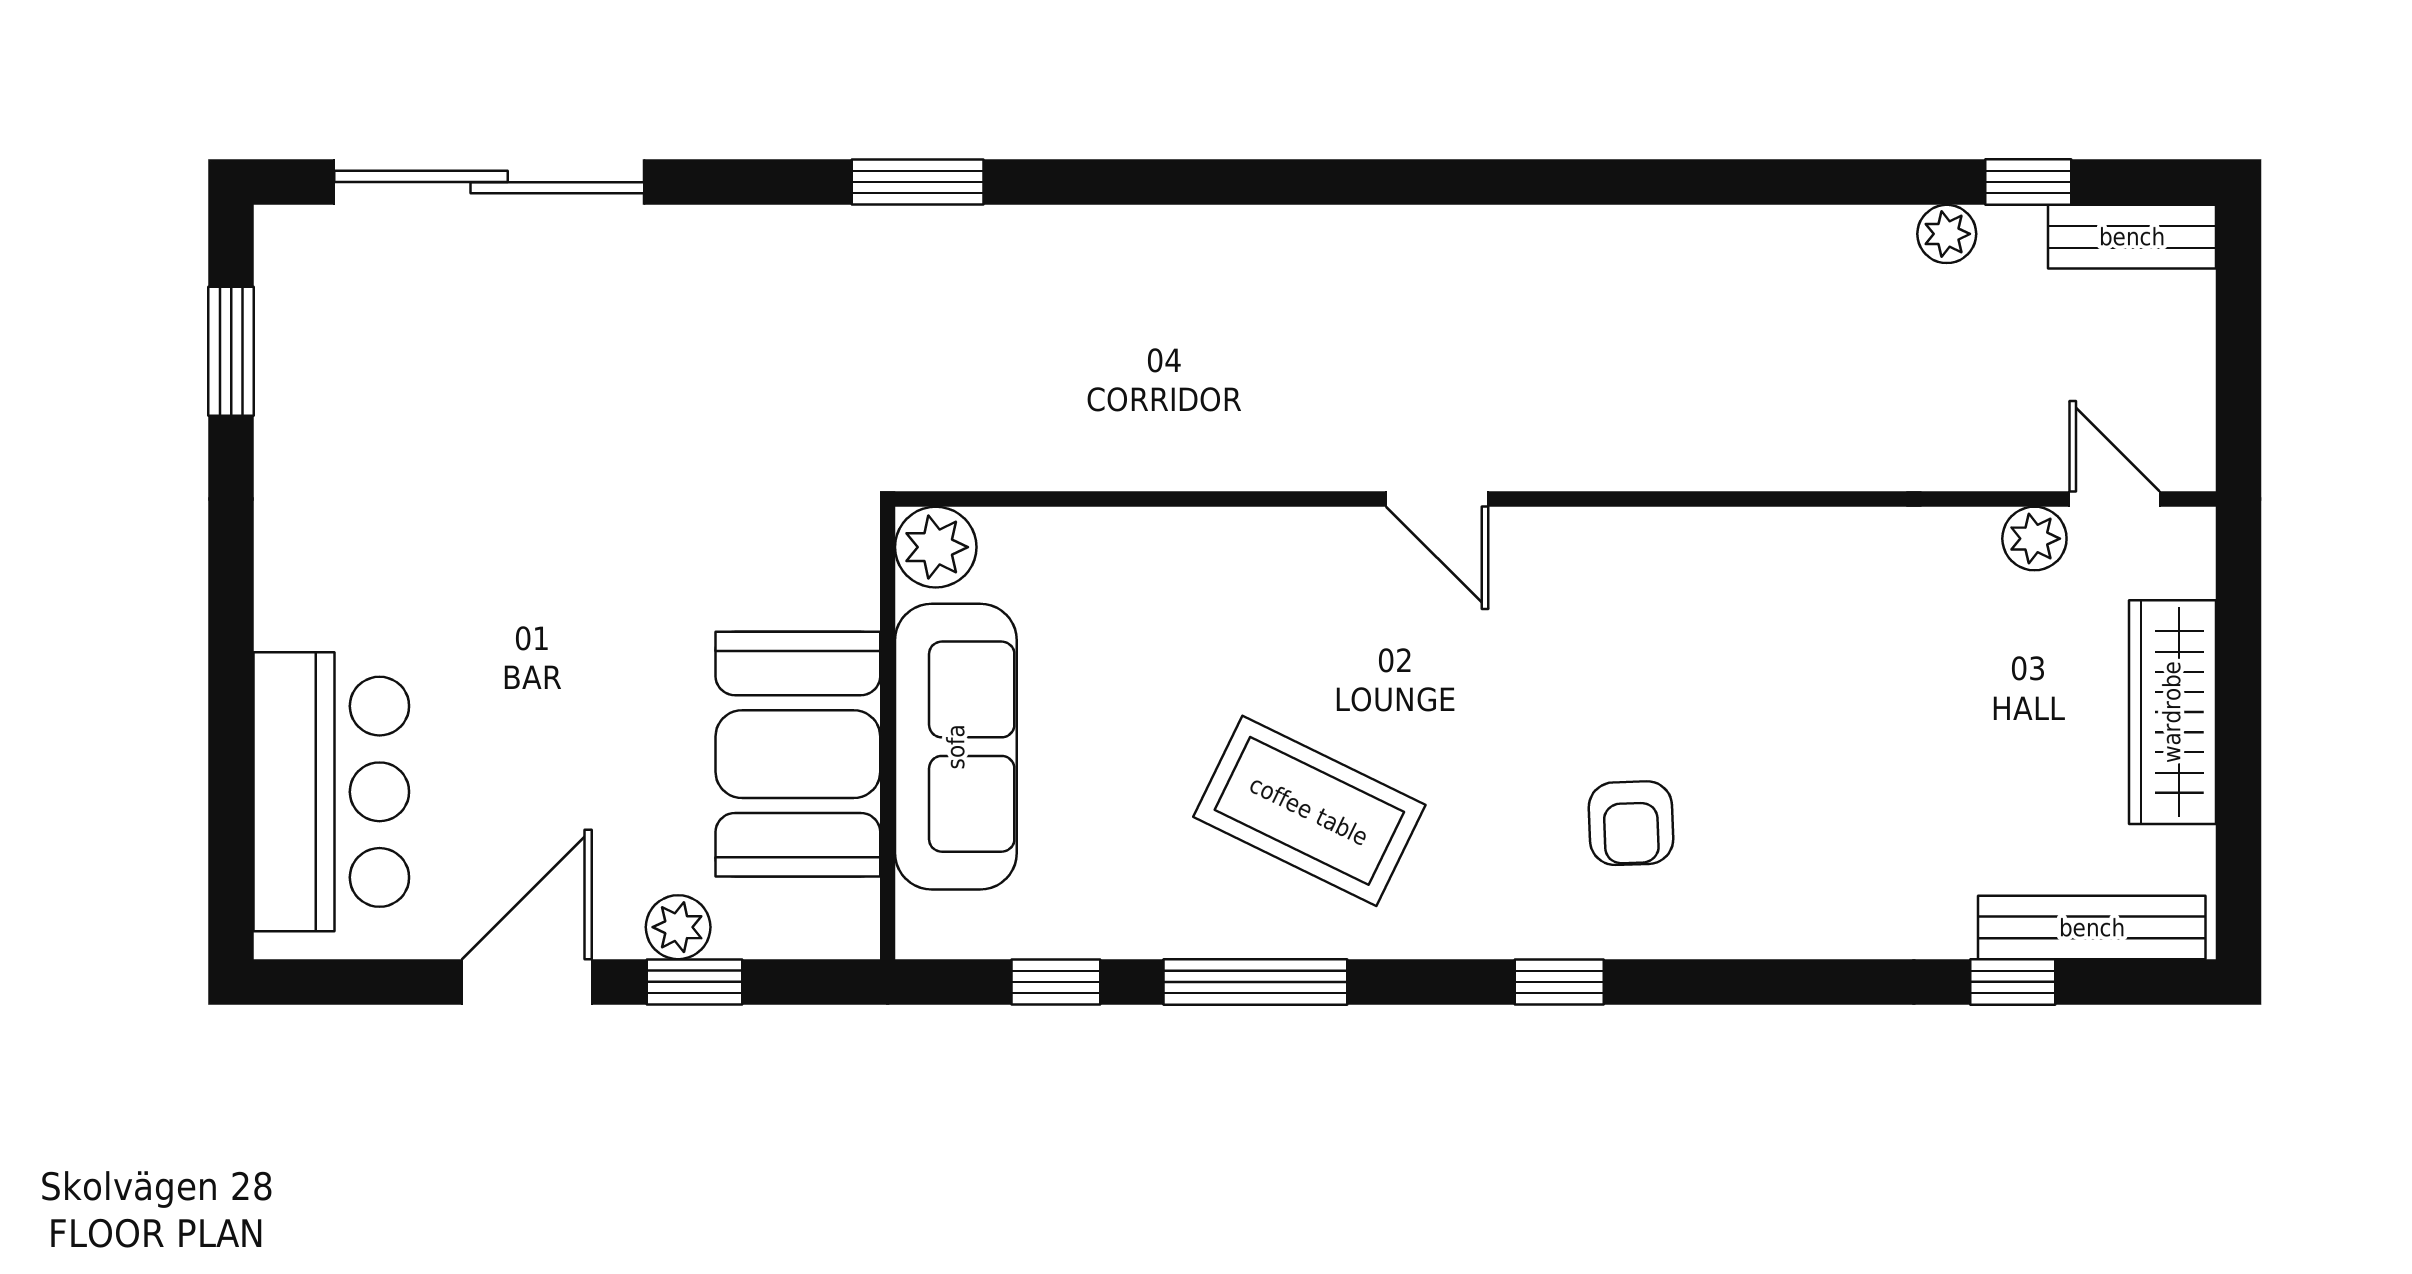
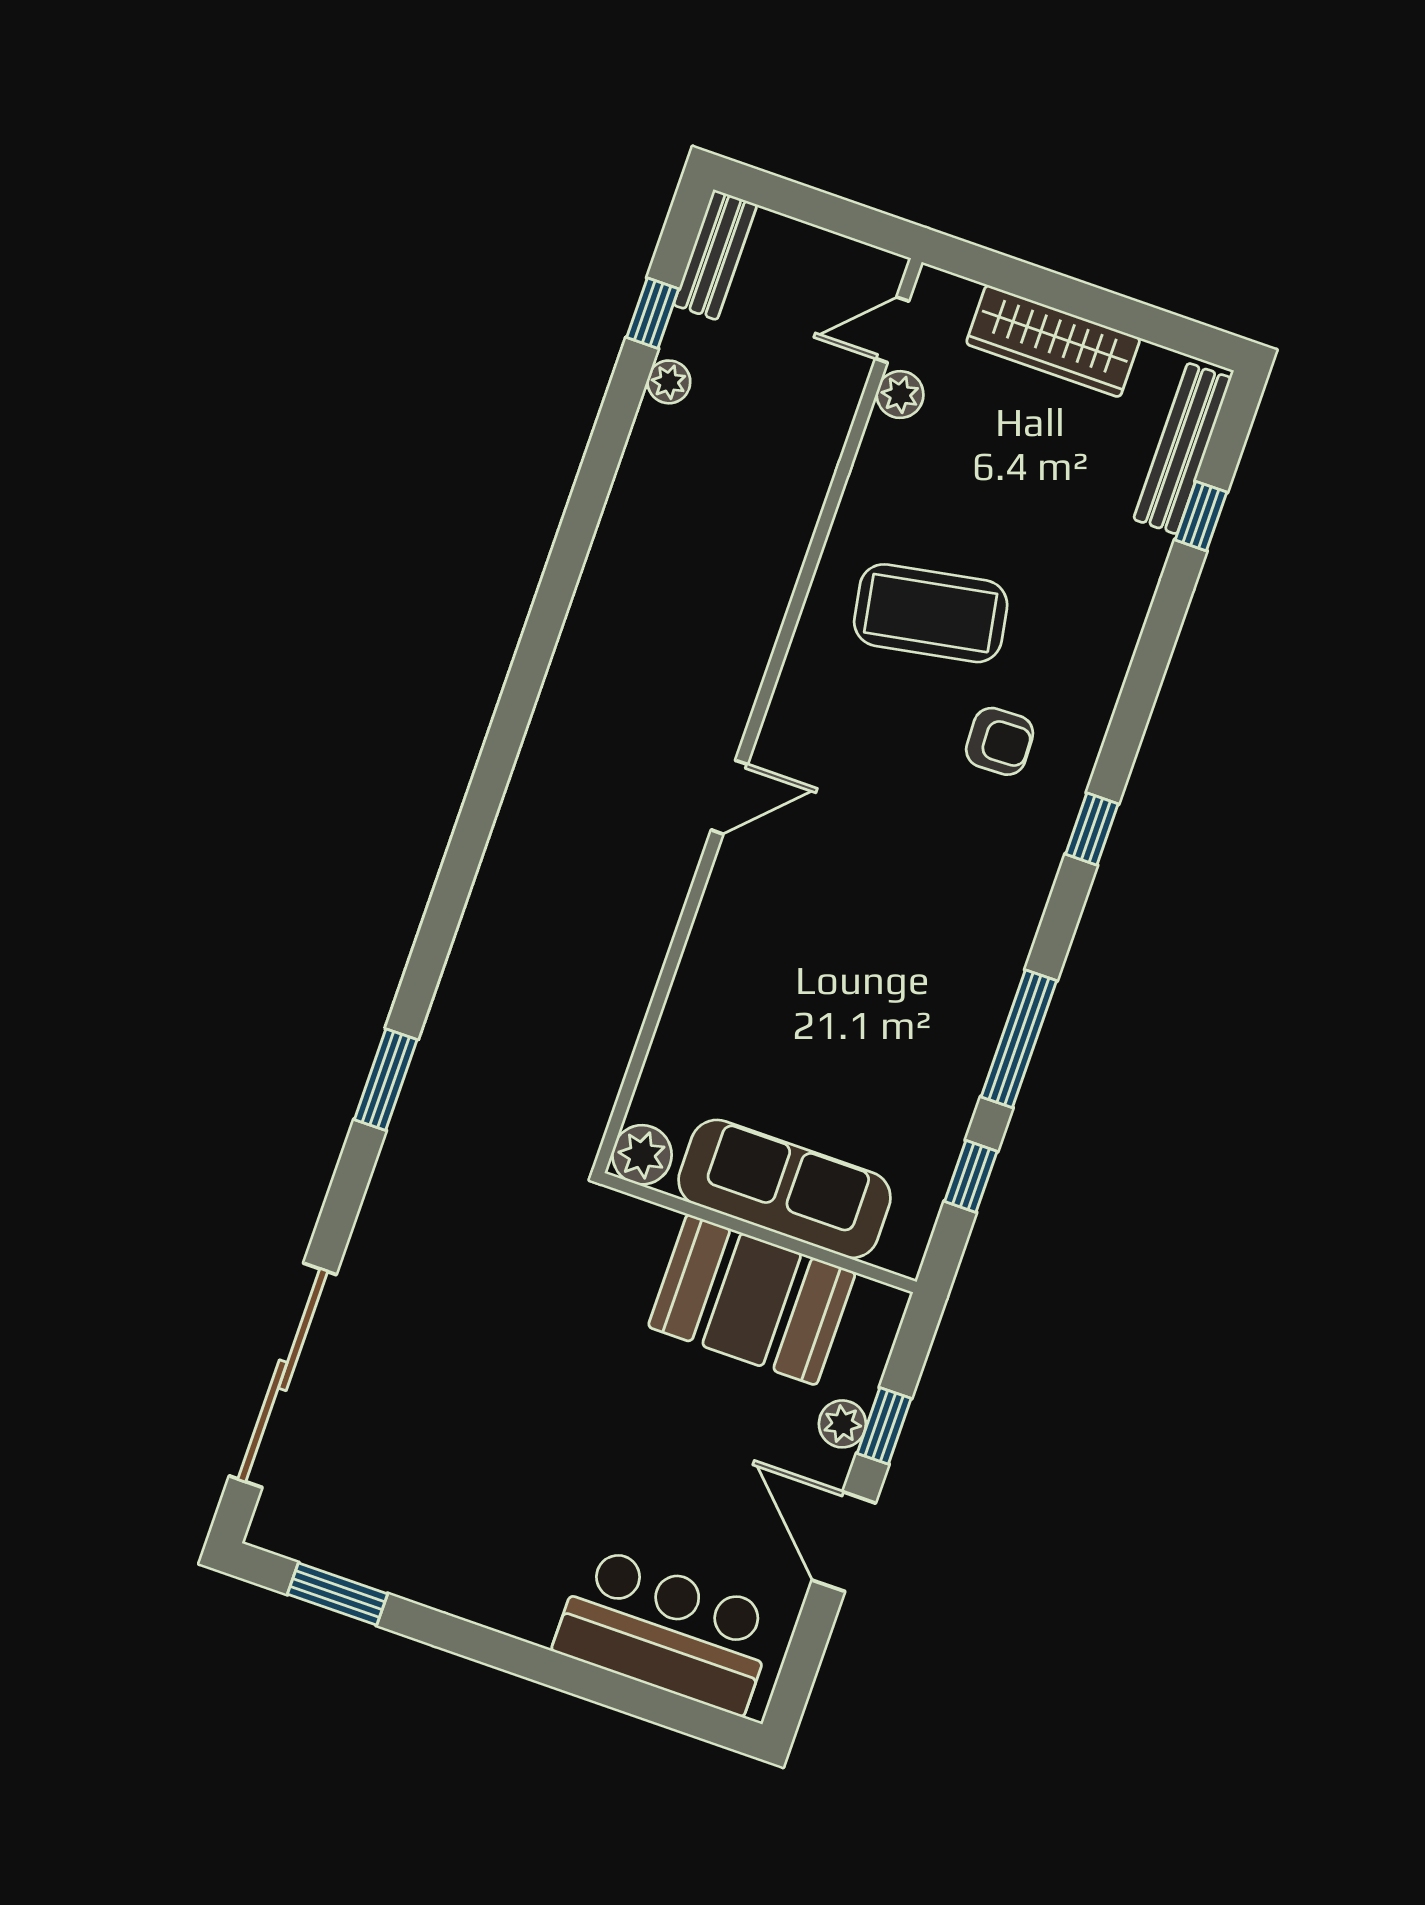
coffee table: (1309, 811) -> (931, 613), moved, turned 54

